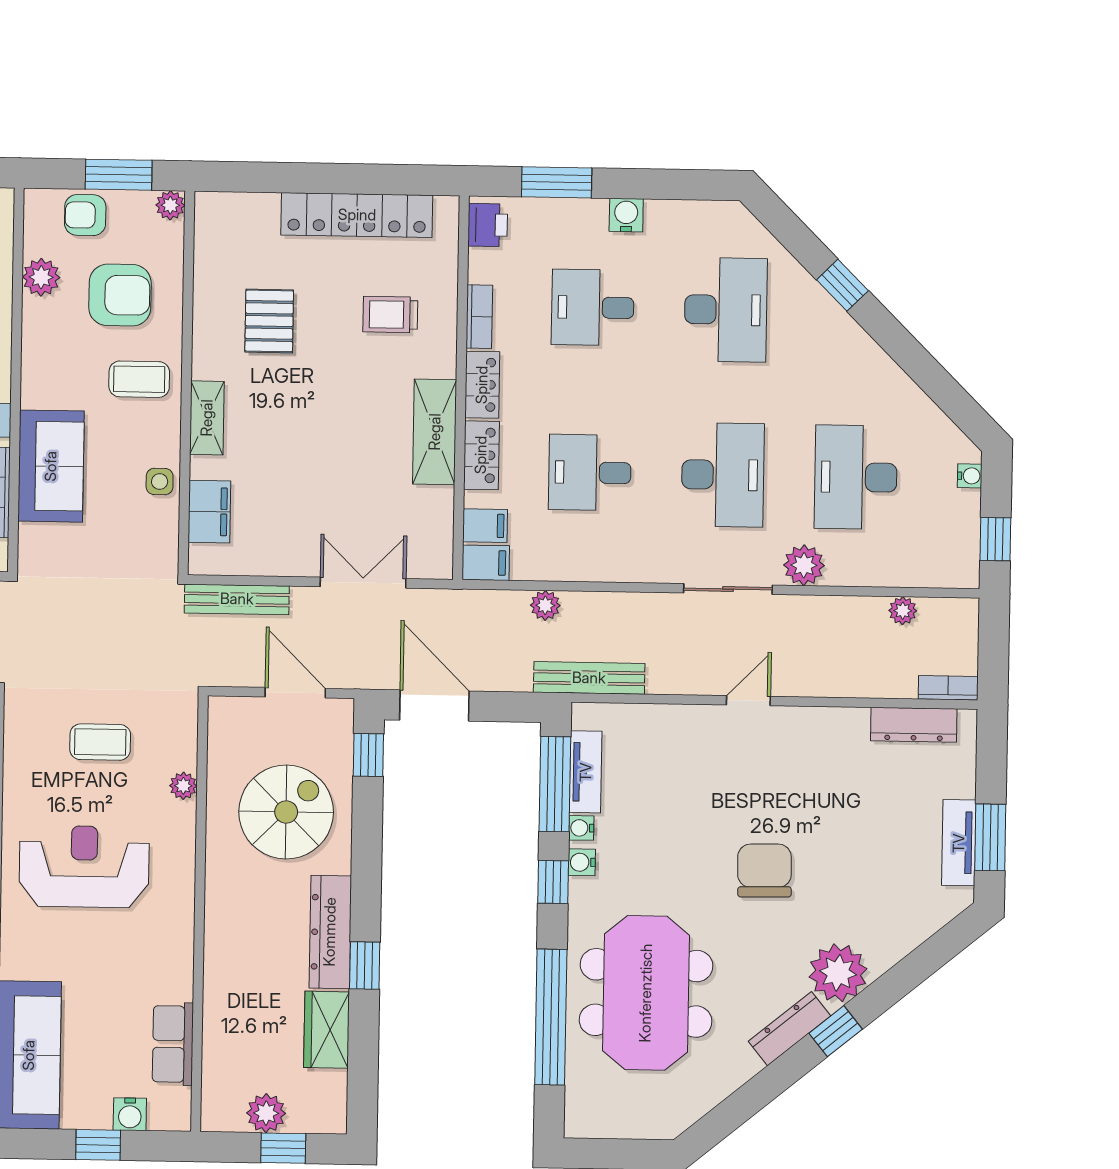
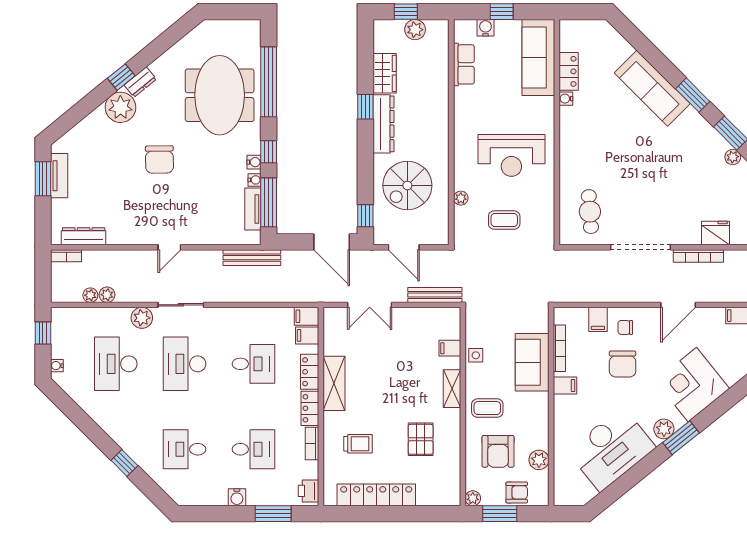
armchair: (120, 295) -> (498, 451), turned -90
desk: (726, 310) -> (185, 449), width x0.73
desk: (856, 477) -> (116, 364), turned 180
filing cabinet: (209, 512) -> (450, 348), width x0.50
plant: (545, 605) -> (107, 295), moved
dresser: (790, 1029) -> (140, 82), width x0.70

